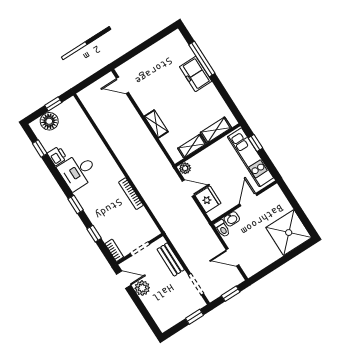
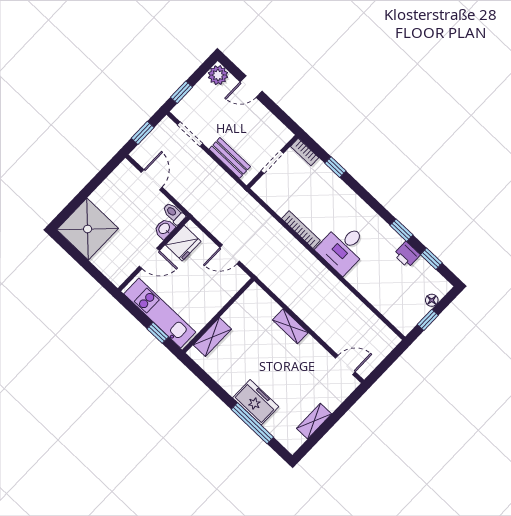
floor lamp: (49, 121) -> (432, 300), width x0.53, depth x0.53
shelving: (192, 146) -> (314, 421), moved
plant: (185, 168) -> (240, 279), removed
desk: (78, 171) -> (343, 248), moved, turned 180
fridge: (208, 199) -> (183, 243), moved, turned -90
door: (248, 200) -> (149, 258), hinge flipped
window: (76, 205) -> (401, 230), moved
door: (232, 257) -> (152, 180), hinge flipped
door: (124, 280) -> (251, 87), moved
plant: (142, 288) -> (218, 75), moved

